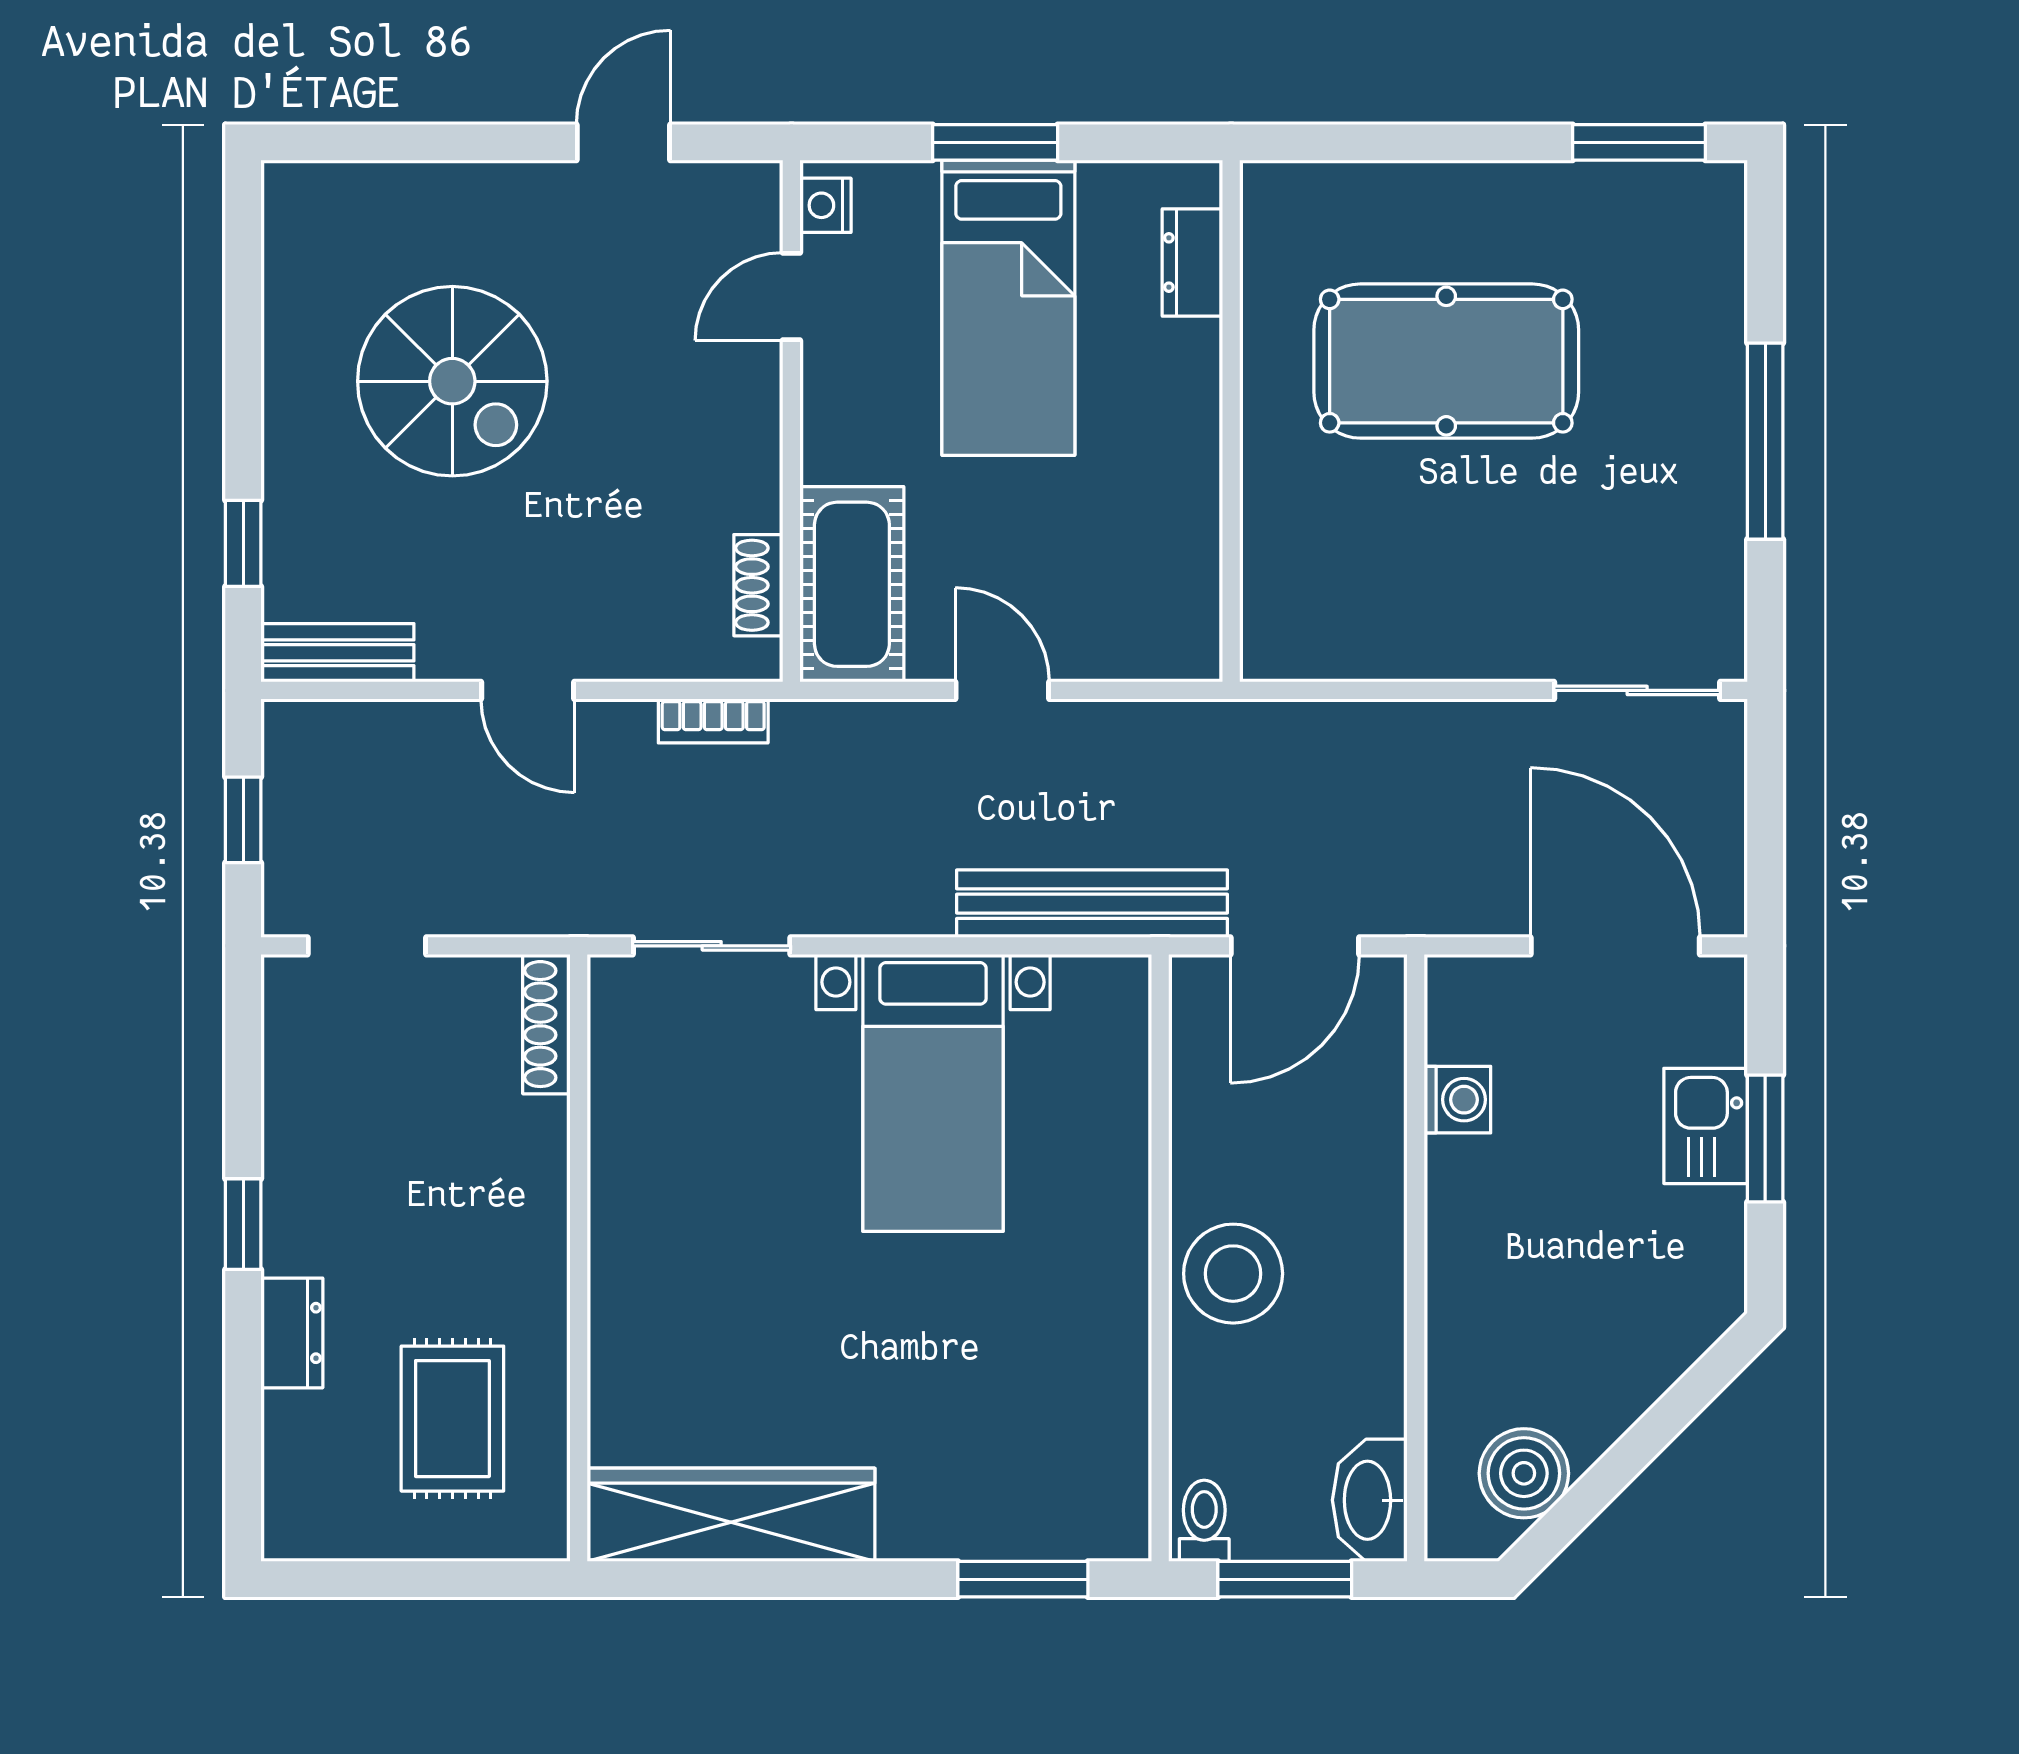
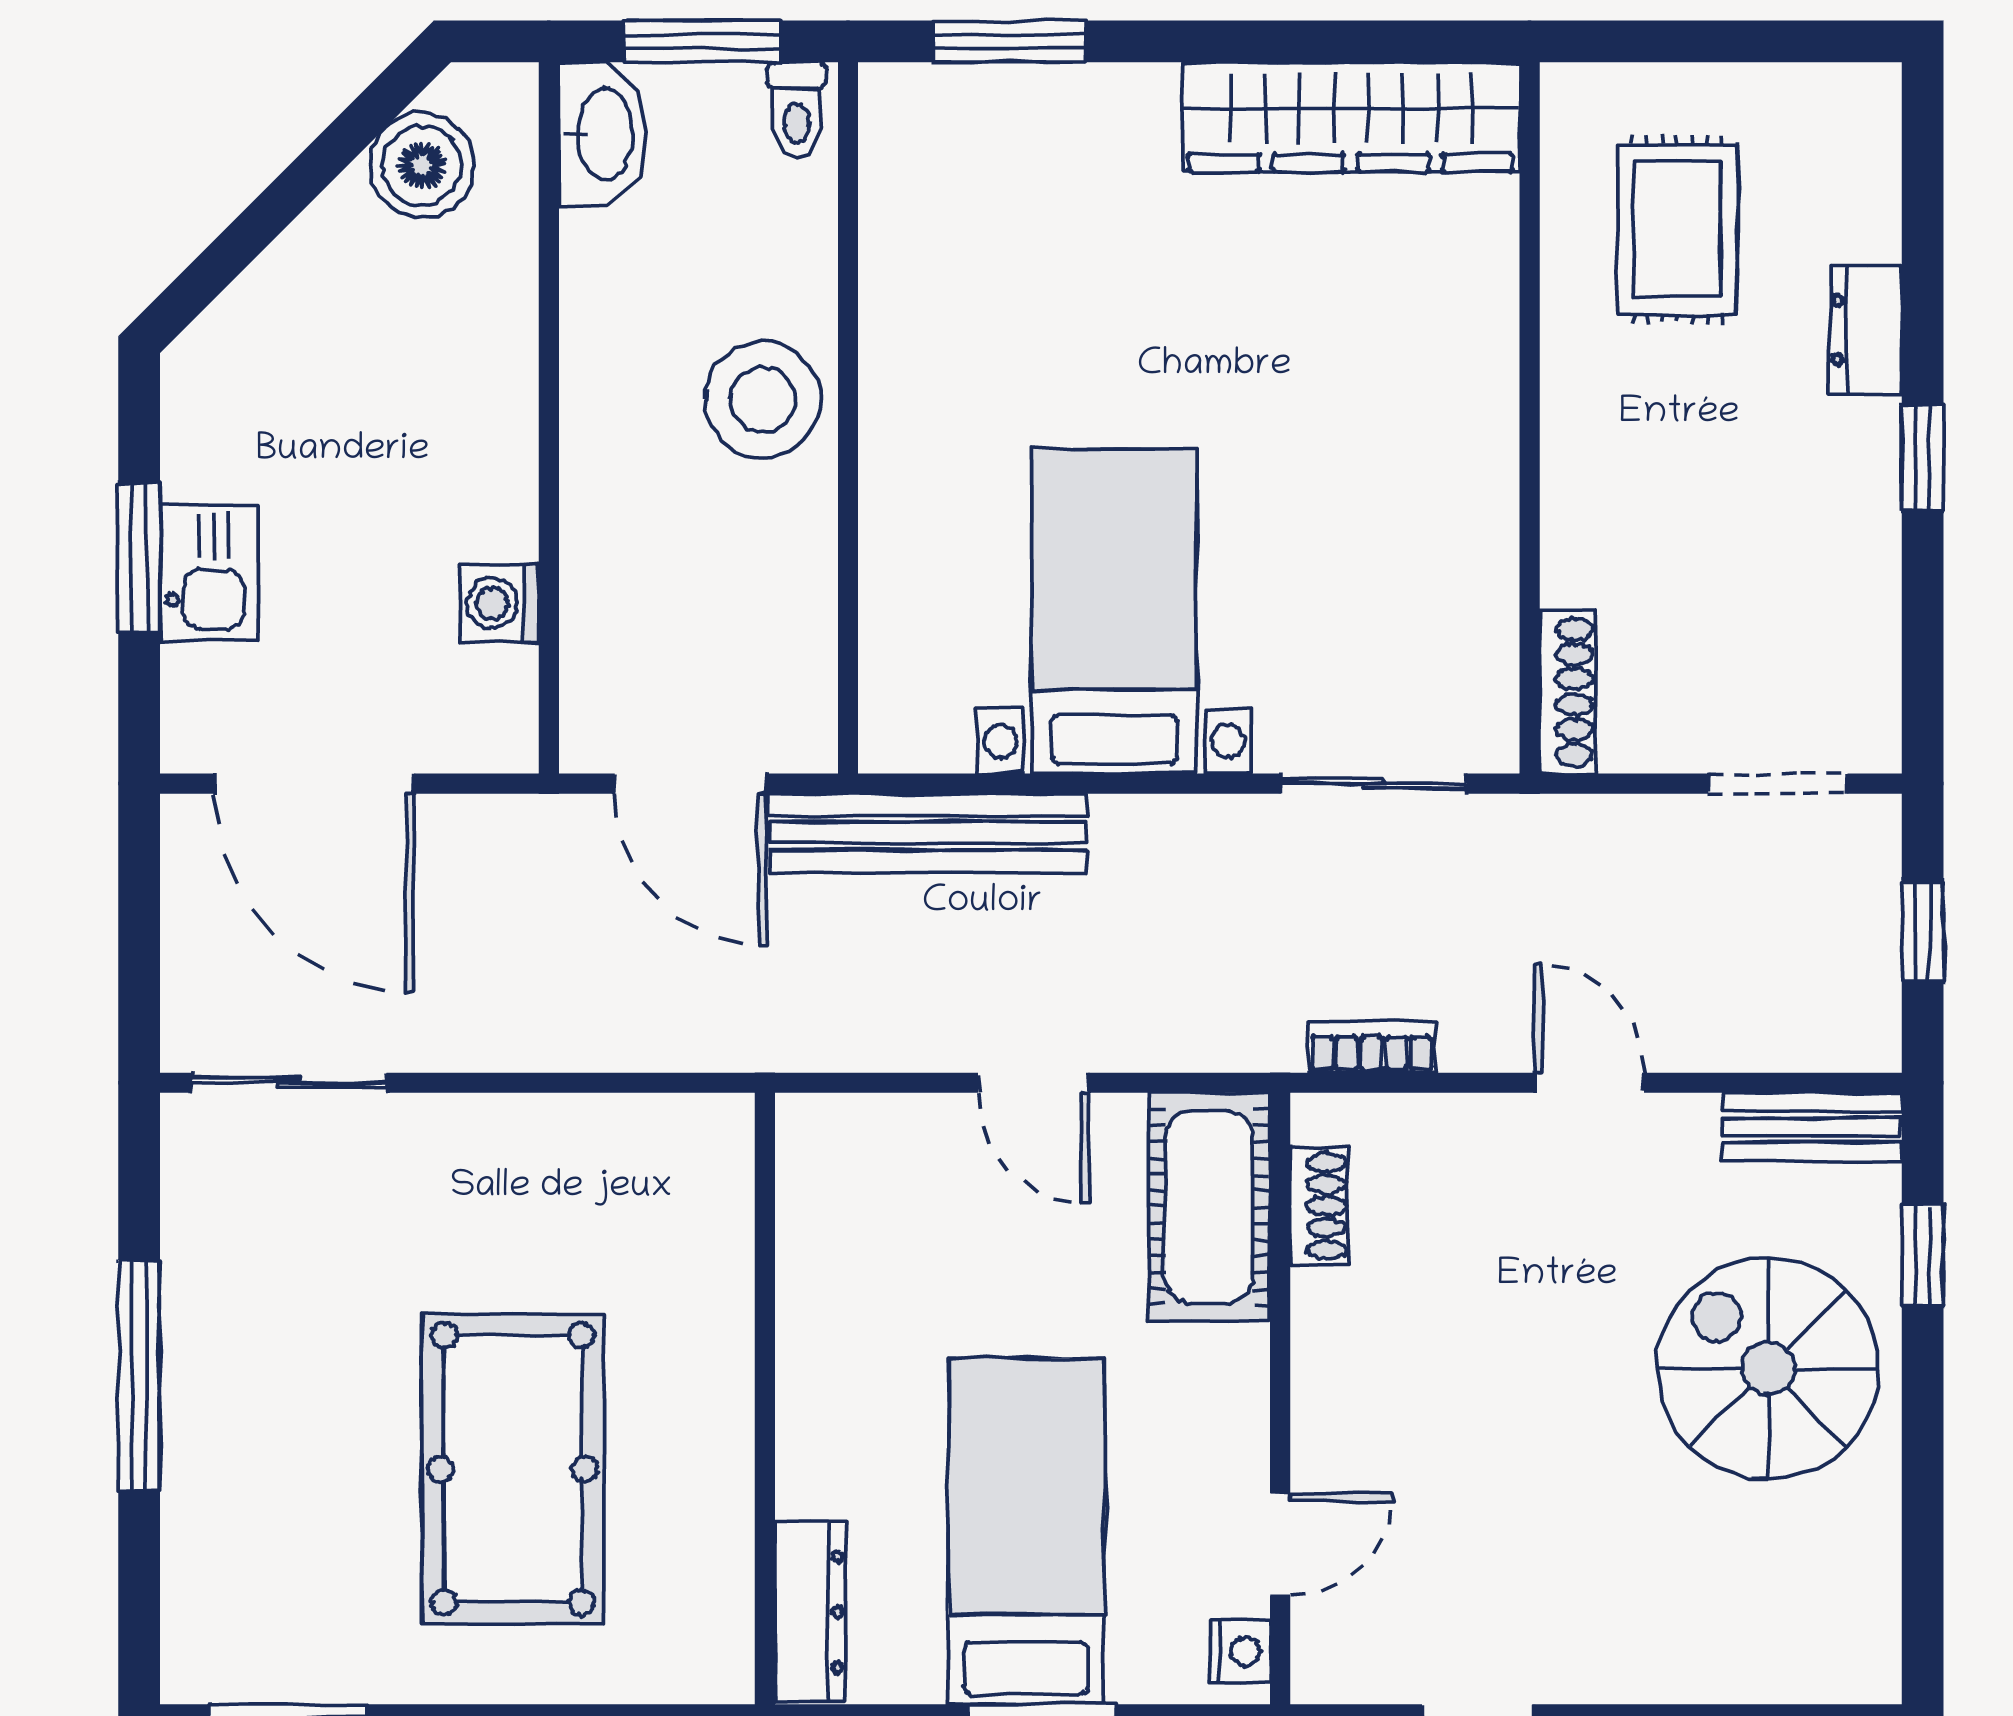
dresser: (1192, 262) -> (810, 1612), width x1.44
pool table: (1446, 361) -> (513, 1469), turned 90
spiral stairs: (452, 381) -> (1768, 1368), moved
door: (1295, 946) -> (690, 784), swing flipped

